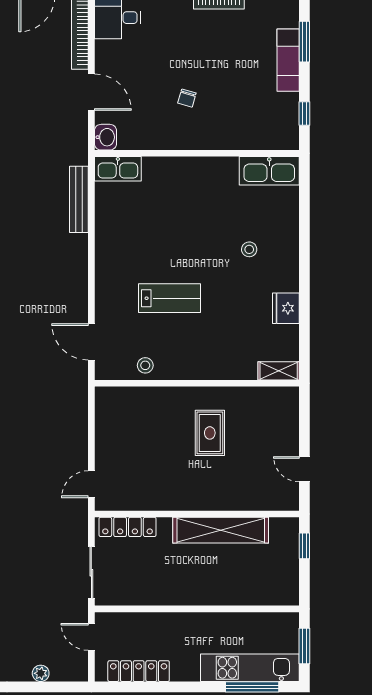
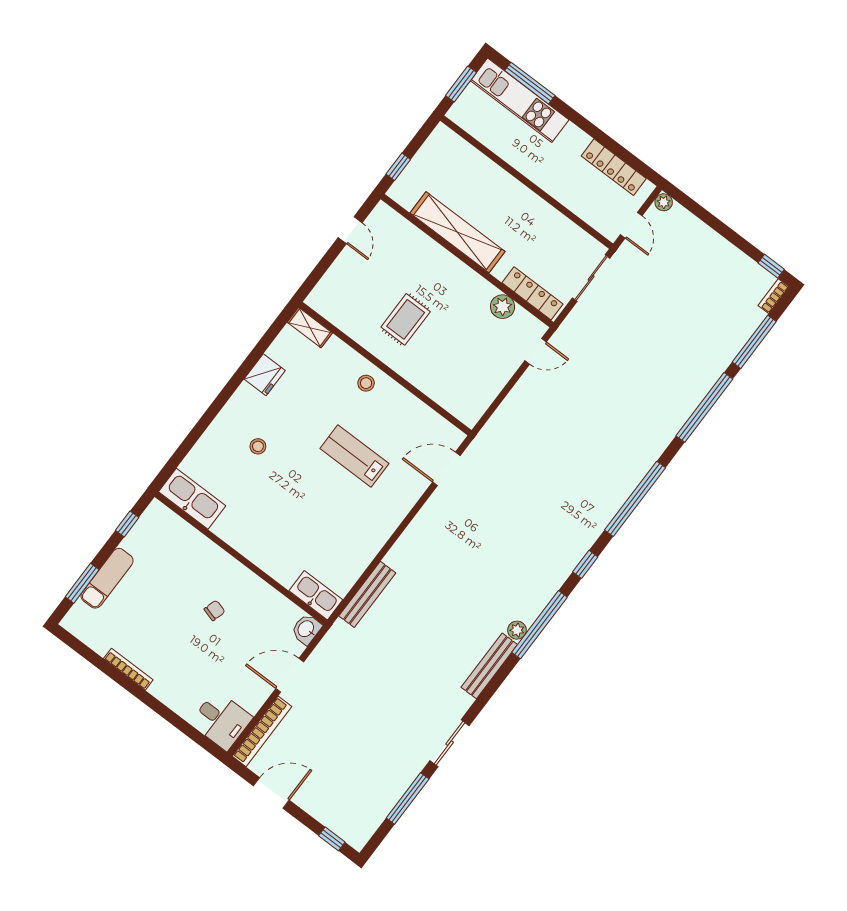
door: (91, 92) -> (290, 675), hinge flipped
door: (91, 342) -> (446, 469), swing flipped
stool: (145, 365) -> (366, 383), moved
plant: (143, 499) -> (503, 307), added
plant: (41, 673) -> (664, 202), moved

